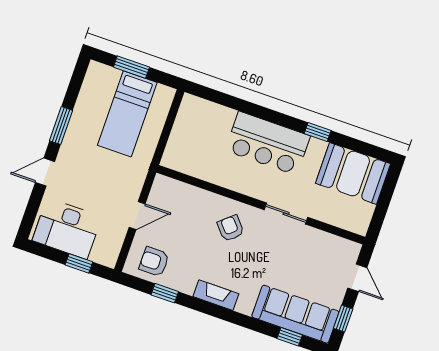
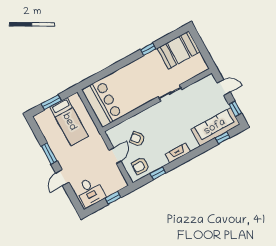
bar counter: (268, 143) -> (102, 103), moved, turned -90
armchair: (231, 228) -> (137, 139), moved
desk: (67, 229) -> (90, 192), width x0.73

